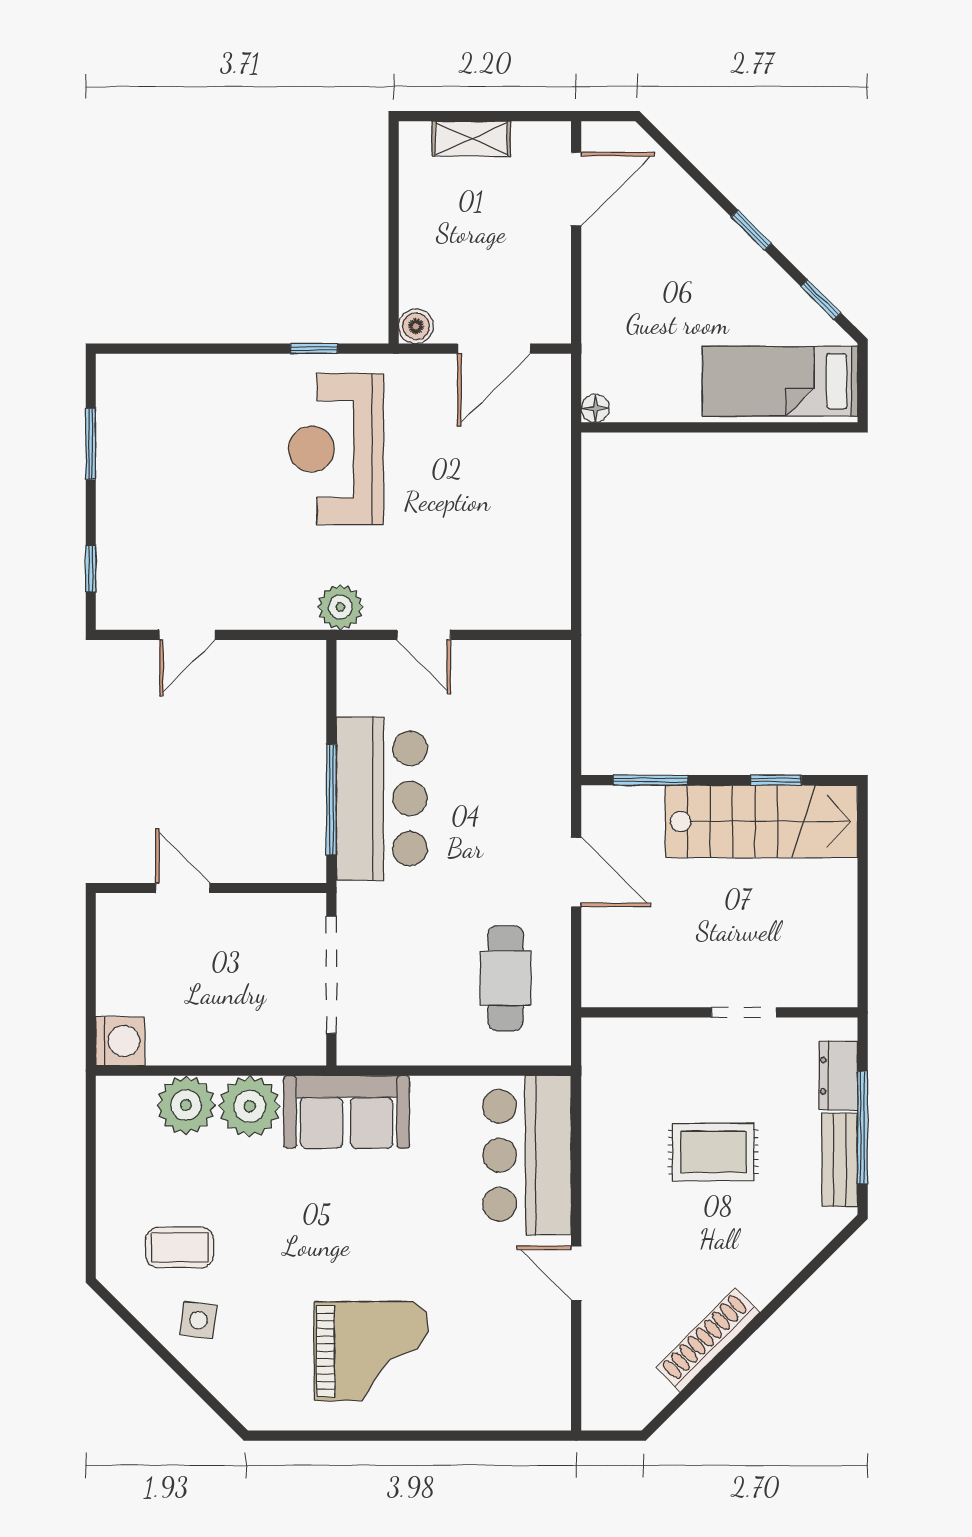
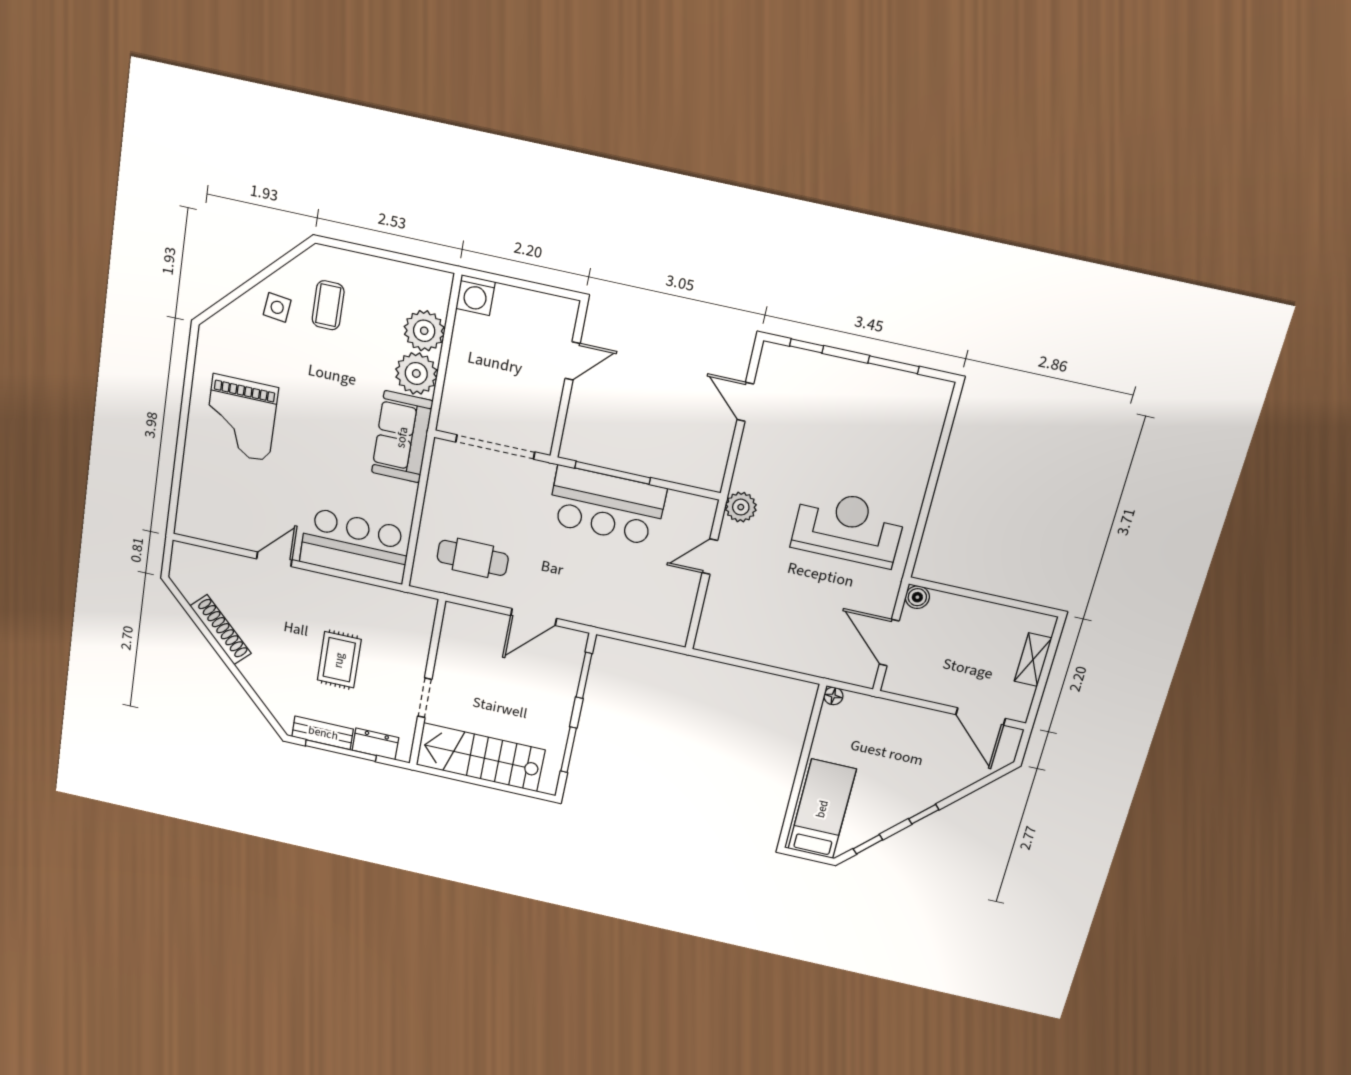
window: (314, 349) -> (920, 528), removed
window: (776, 780) -> (569, 750), width x1.50
stairs: (761, 821) -> (480, 757), moved, turned 90

